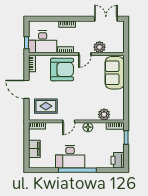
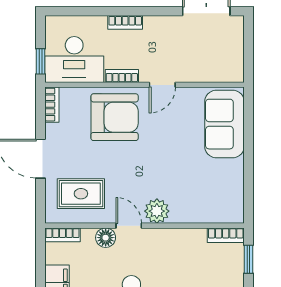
plant: (100, 47) -> (193, 70), removed
plant: (104, 114) -> (157, 211), moved
door: (69, 121) -> (129, 226), swing flipped
floor lamp: (88, 127) -> (106, 238), moved

